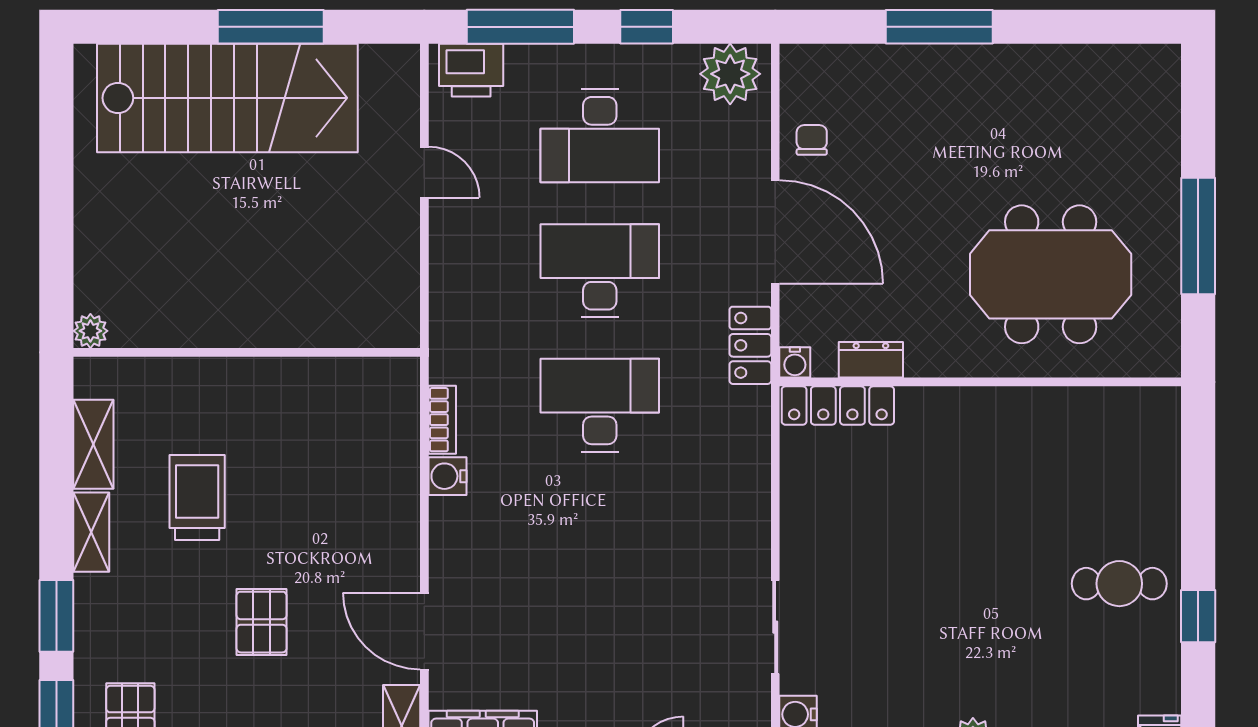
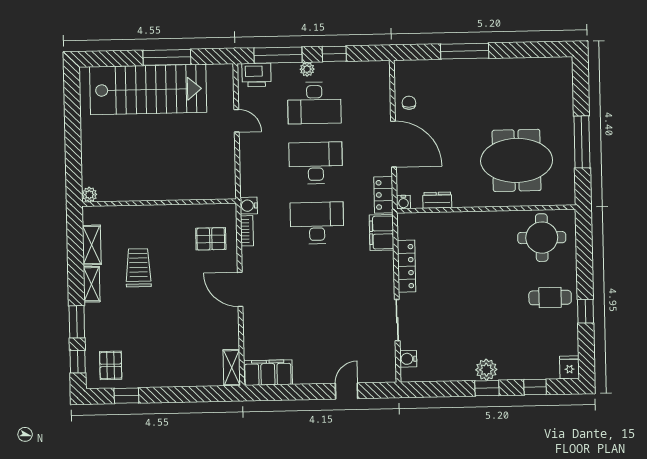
plant: (730, 74) -> (307, 69), moved, width x0.53, depth x0.53
locker: (838, 406) -> (407, 266), moved, turned -90
filing cabinet: (744, 430) -> (382, 233), added
round table: (1103, 449) -> (542, 238), added
water cooler: (447, 476) -> (249, 206), moved
pallet: (262, 622) -> (211, 239), moved, turned 90
door: (424, 631) -> (240, 289), moved

